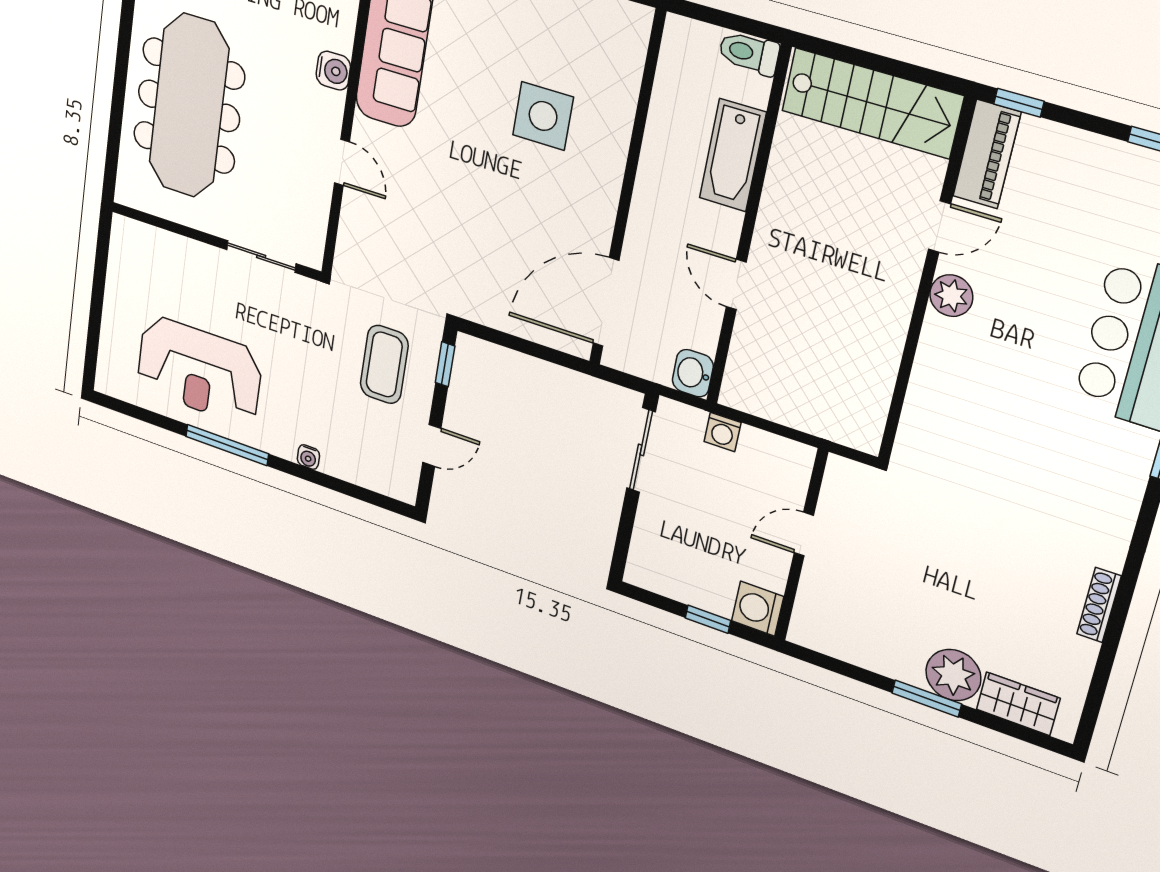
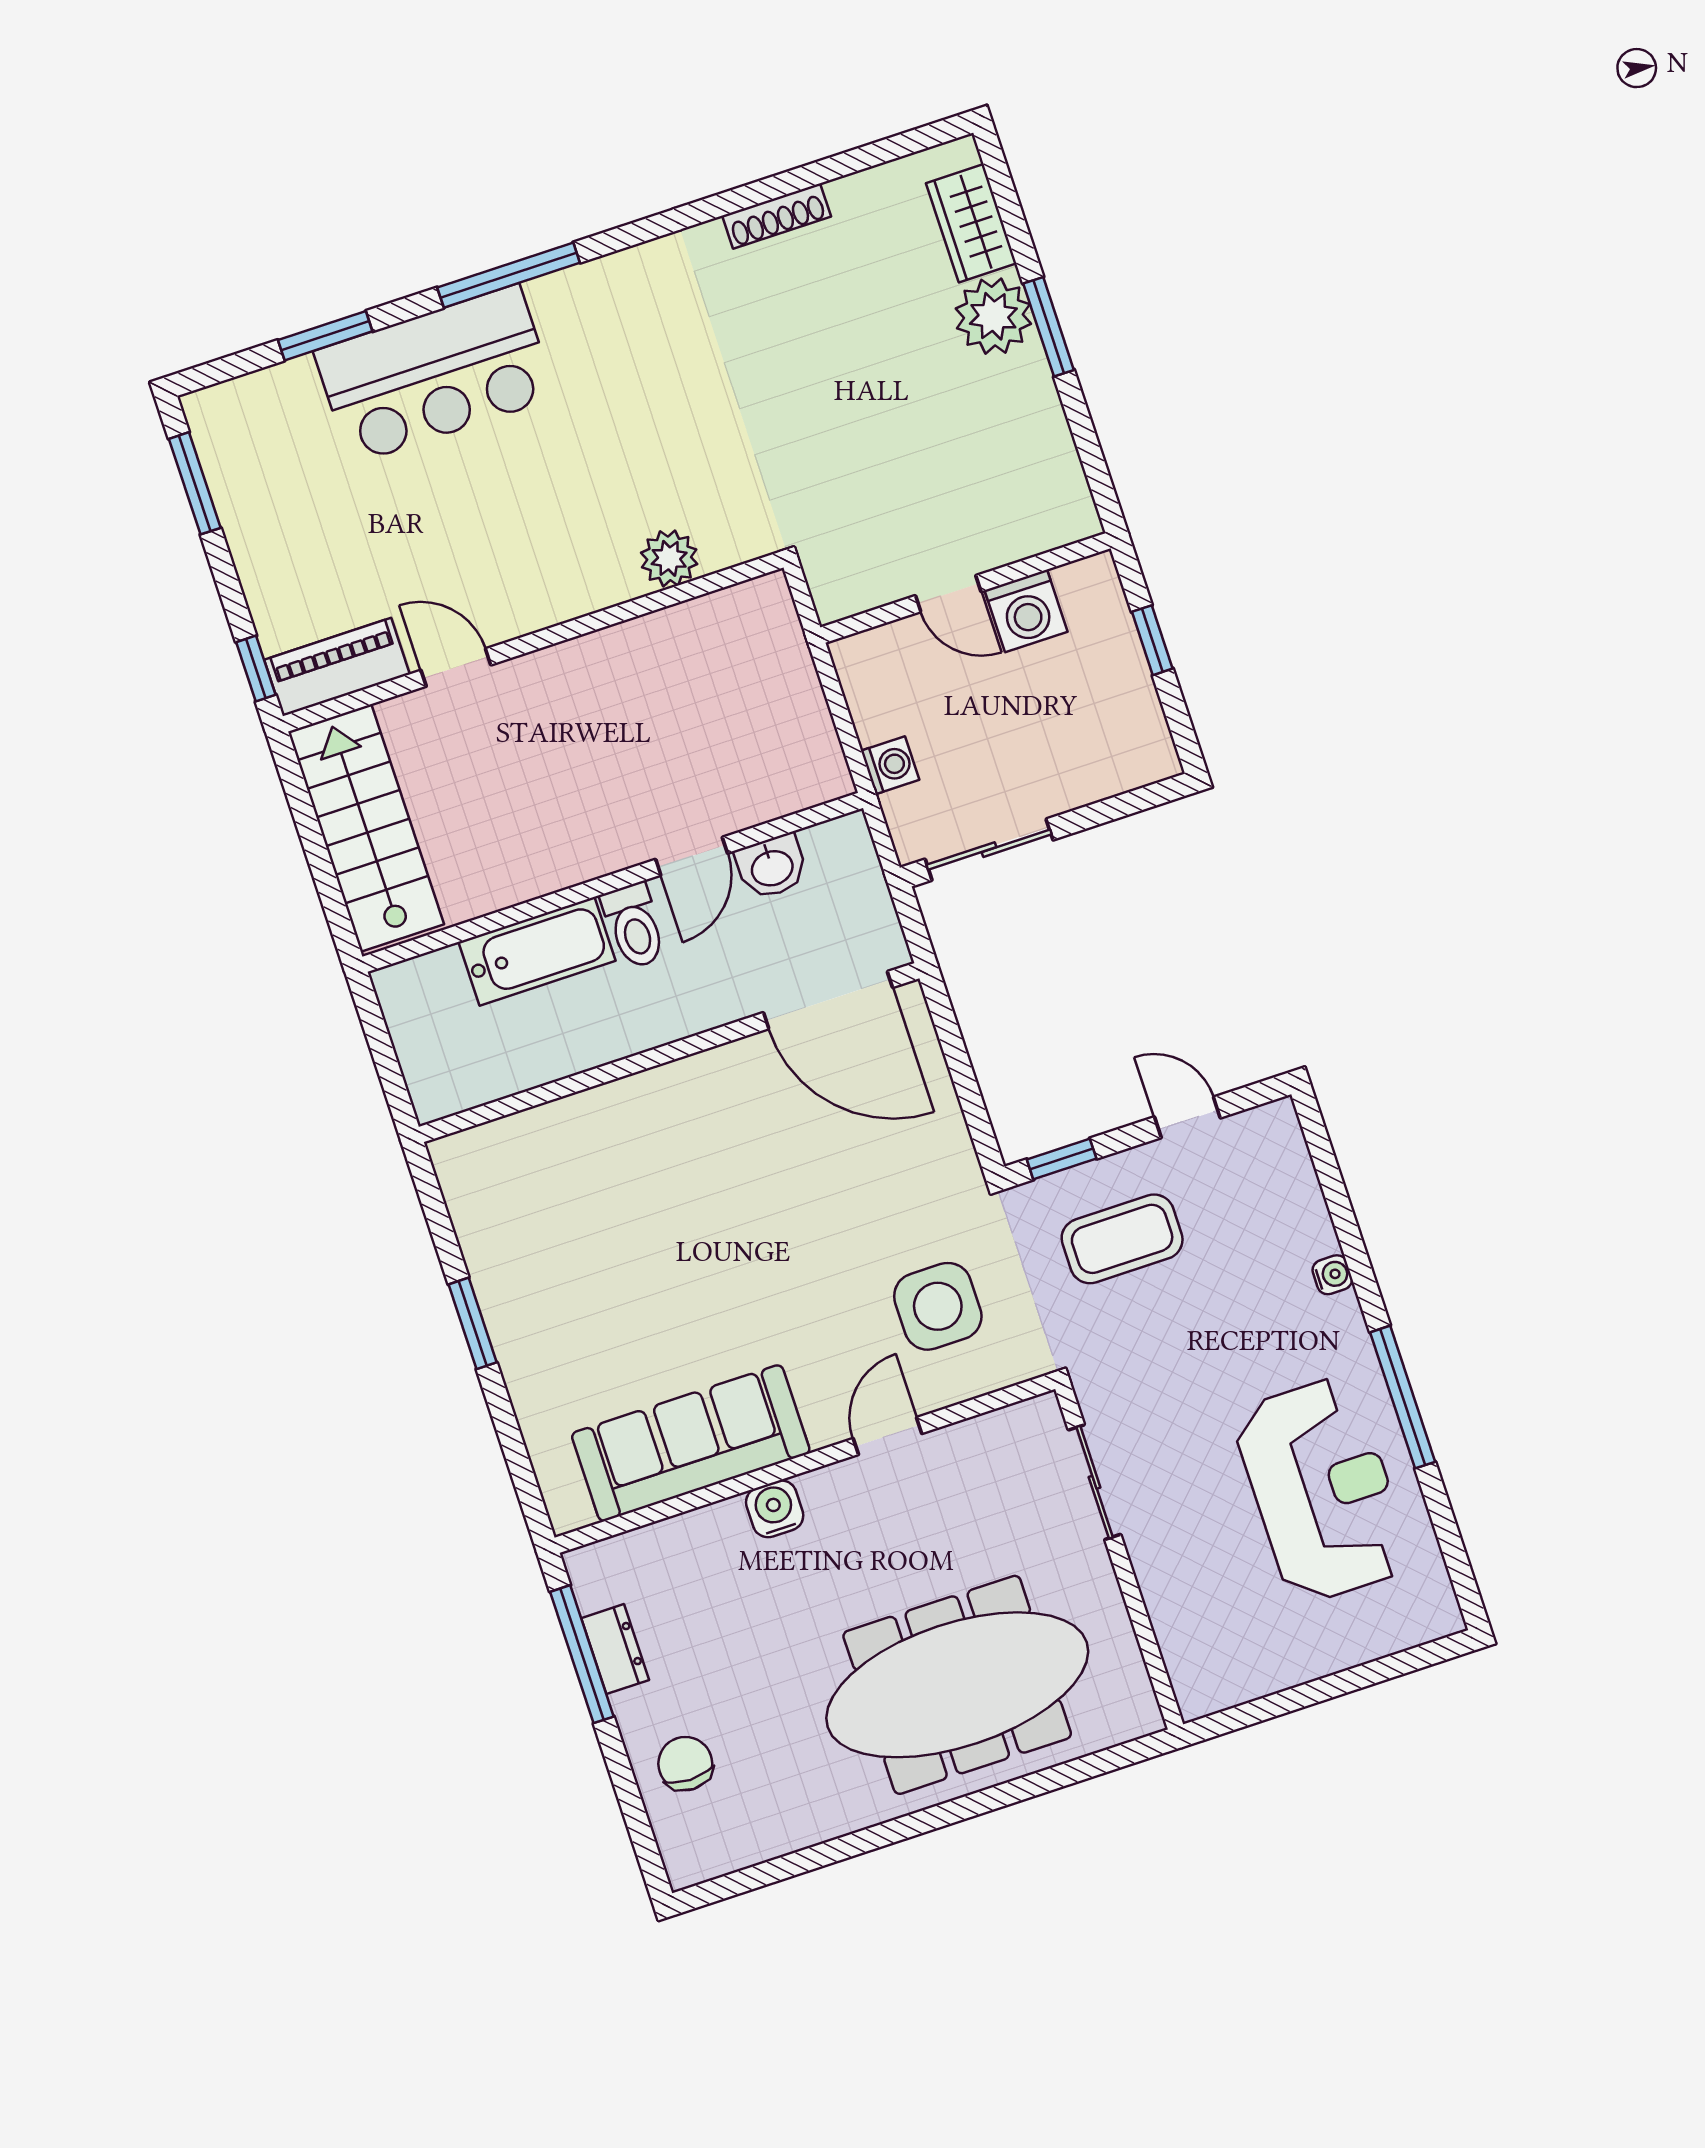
toilet: (749, 53) -> (634, 926), moved
side table: (543, 116) -> (938, 1306), moved
plant: (951, 296) -> (669, 558), moved
washbasin: (693, 373) -> (772, 867), moved
washing machine: (758, 609) -> (1026, 611), moved

